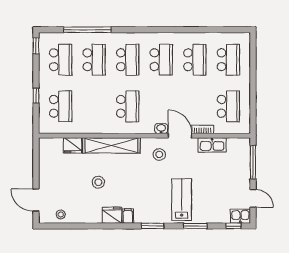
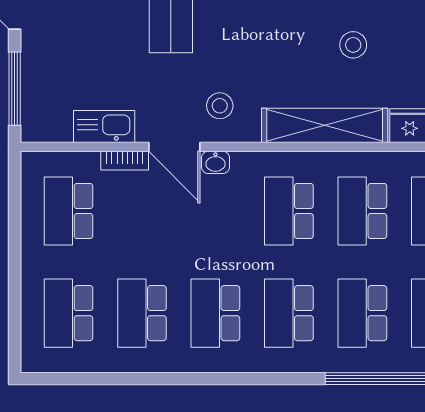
school desk: (94, 106) -> (362, 211), added

